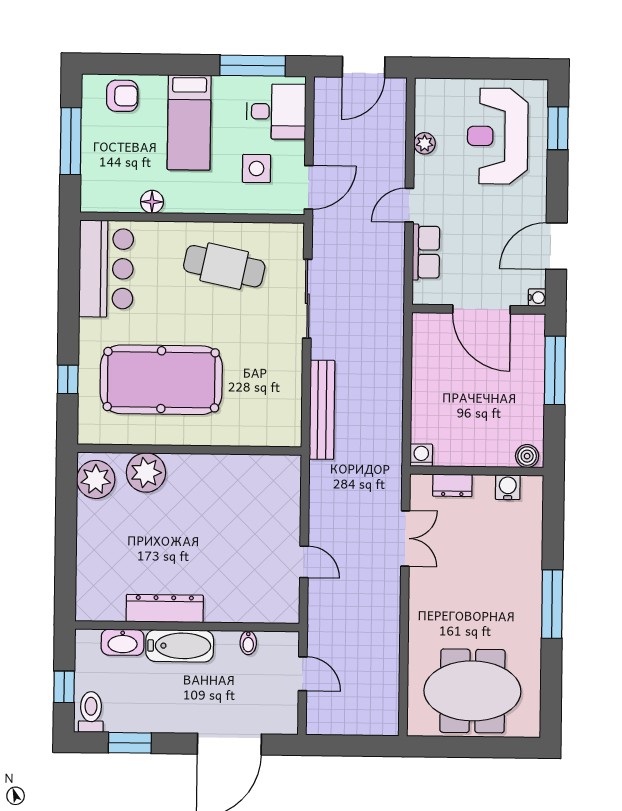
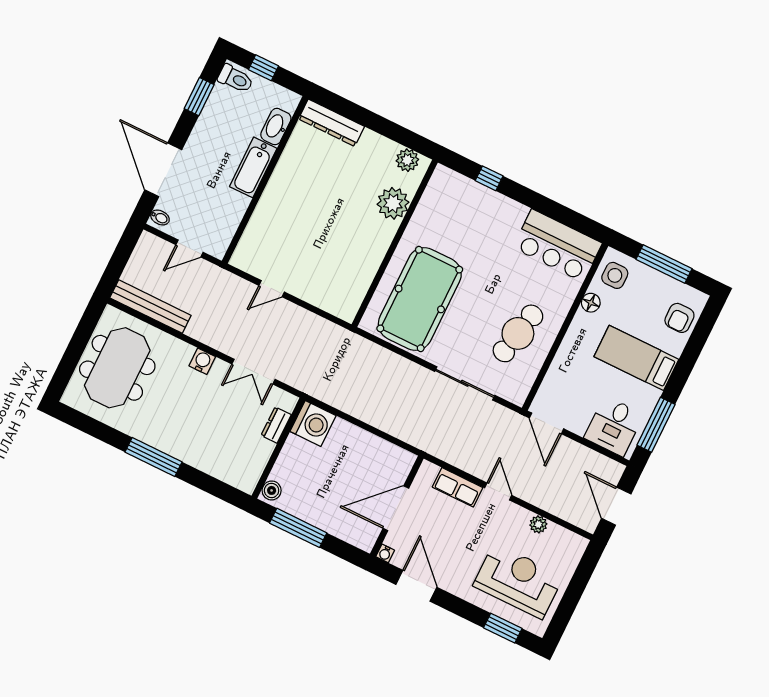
side table: (257, 168) -> (615, 275), moved
window: (555, 370) -> (298, 528), moved
pool table: (161, 380) -> (420, 299), moved
bench: (322, 410) -> (150, 307), moved
washing machine: (421, 455) -> (313, 424), width x1.89, depth x1.89
plant: (96, 479) -> (407, 160), width x0.73, depth x0.73
water cooler: (508, 487) -> (202, 361), moved, turned -90
dresser: (165, 608) -> (332, 123), moved, turned 90
bidet: (248, 643) -> (160, 217), moved, turned 180

